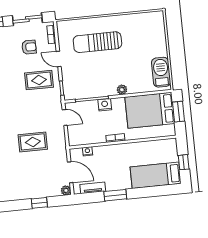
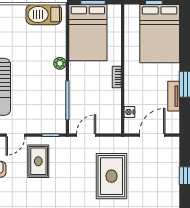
nightstand: (105, 105) -> (76, 86), removed
rug: (33, 142) -> (111, 176), width x1.36, depth x1.43
bed: (156, 175) -> (160, 34), width x1.50
tv unit: (93, 188) -> (174, 96), moved
plant: (66, 190) -> (173, 142), removed

